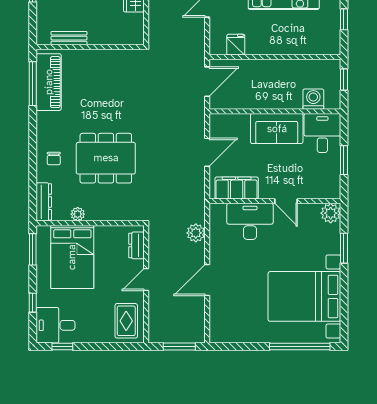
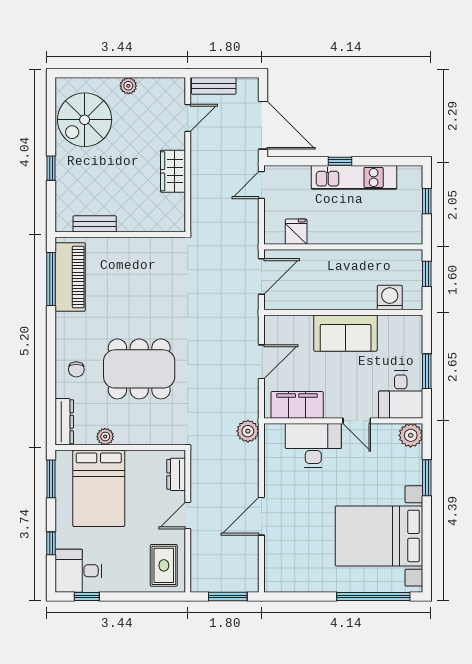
desk: (322, 133) -> (401, 395), moved, turned 180
plant: (196, 233) -> (248, 431), moved

